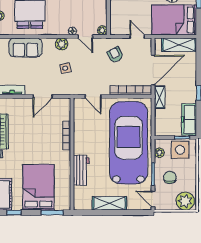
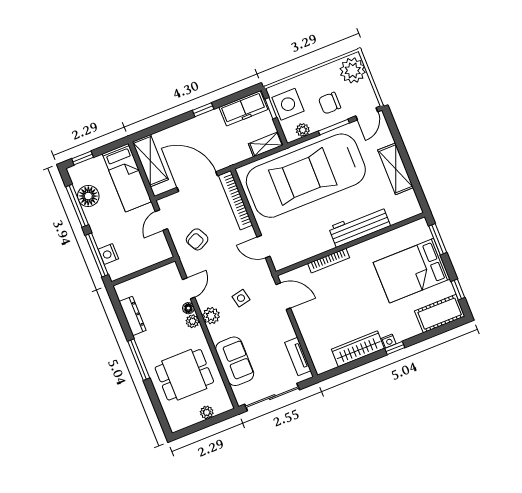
bed: (174, 20) -> (127, 178), width x0.67
plant: (102, 30) -> (192, 321), moved
door: (43, 96) -> (283, 296), moved
door: (93, 96) -> (263, 247), swing flipped
shelving: (160, 97) -> (266, 144), moved
workbench: (81, 170) -> (359, 227), width x1.38

